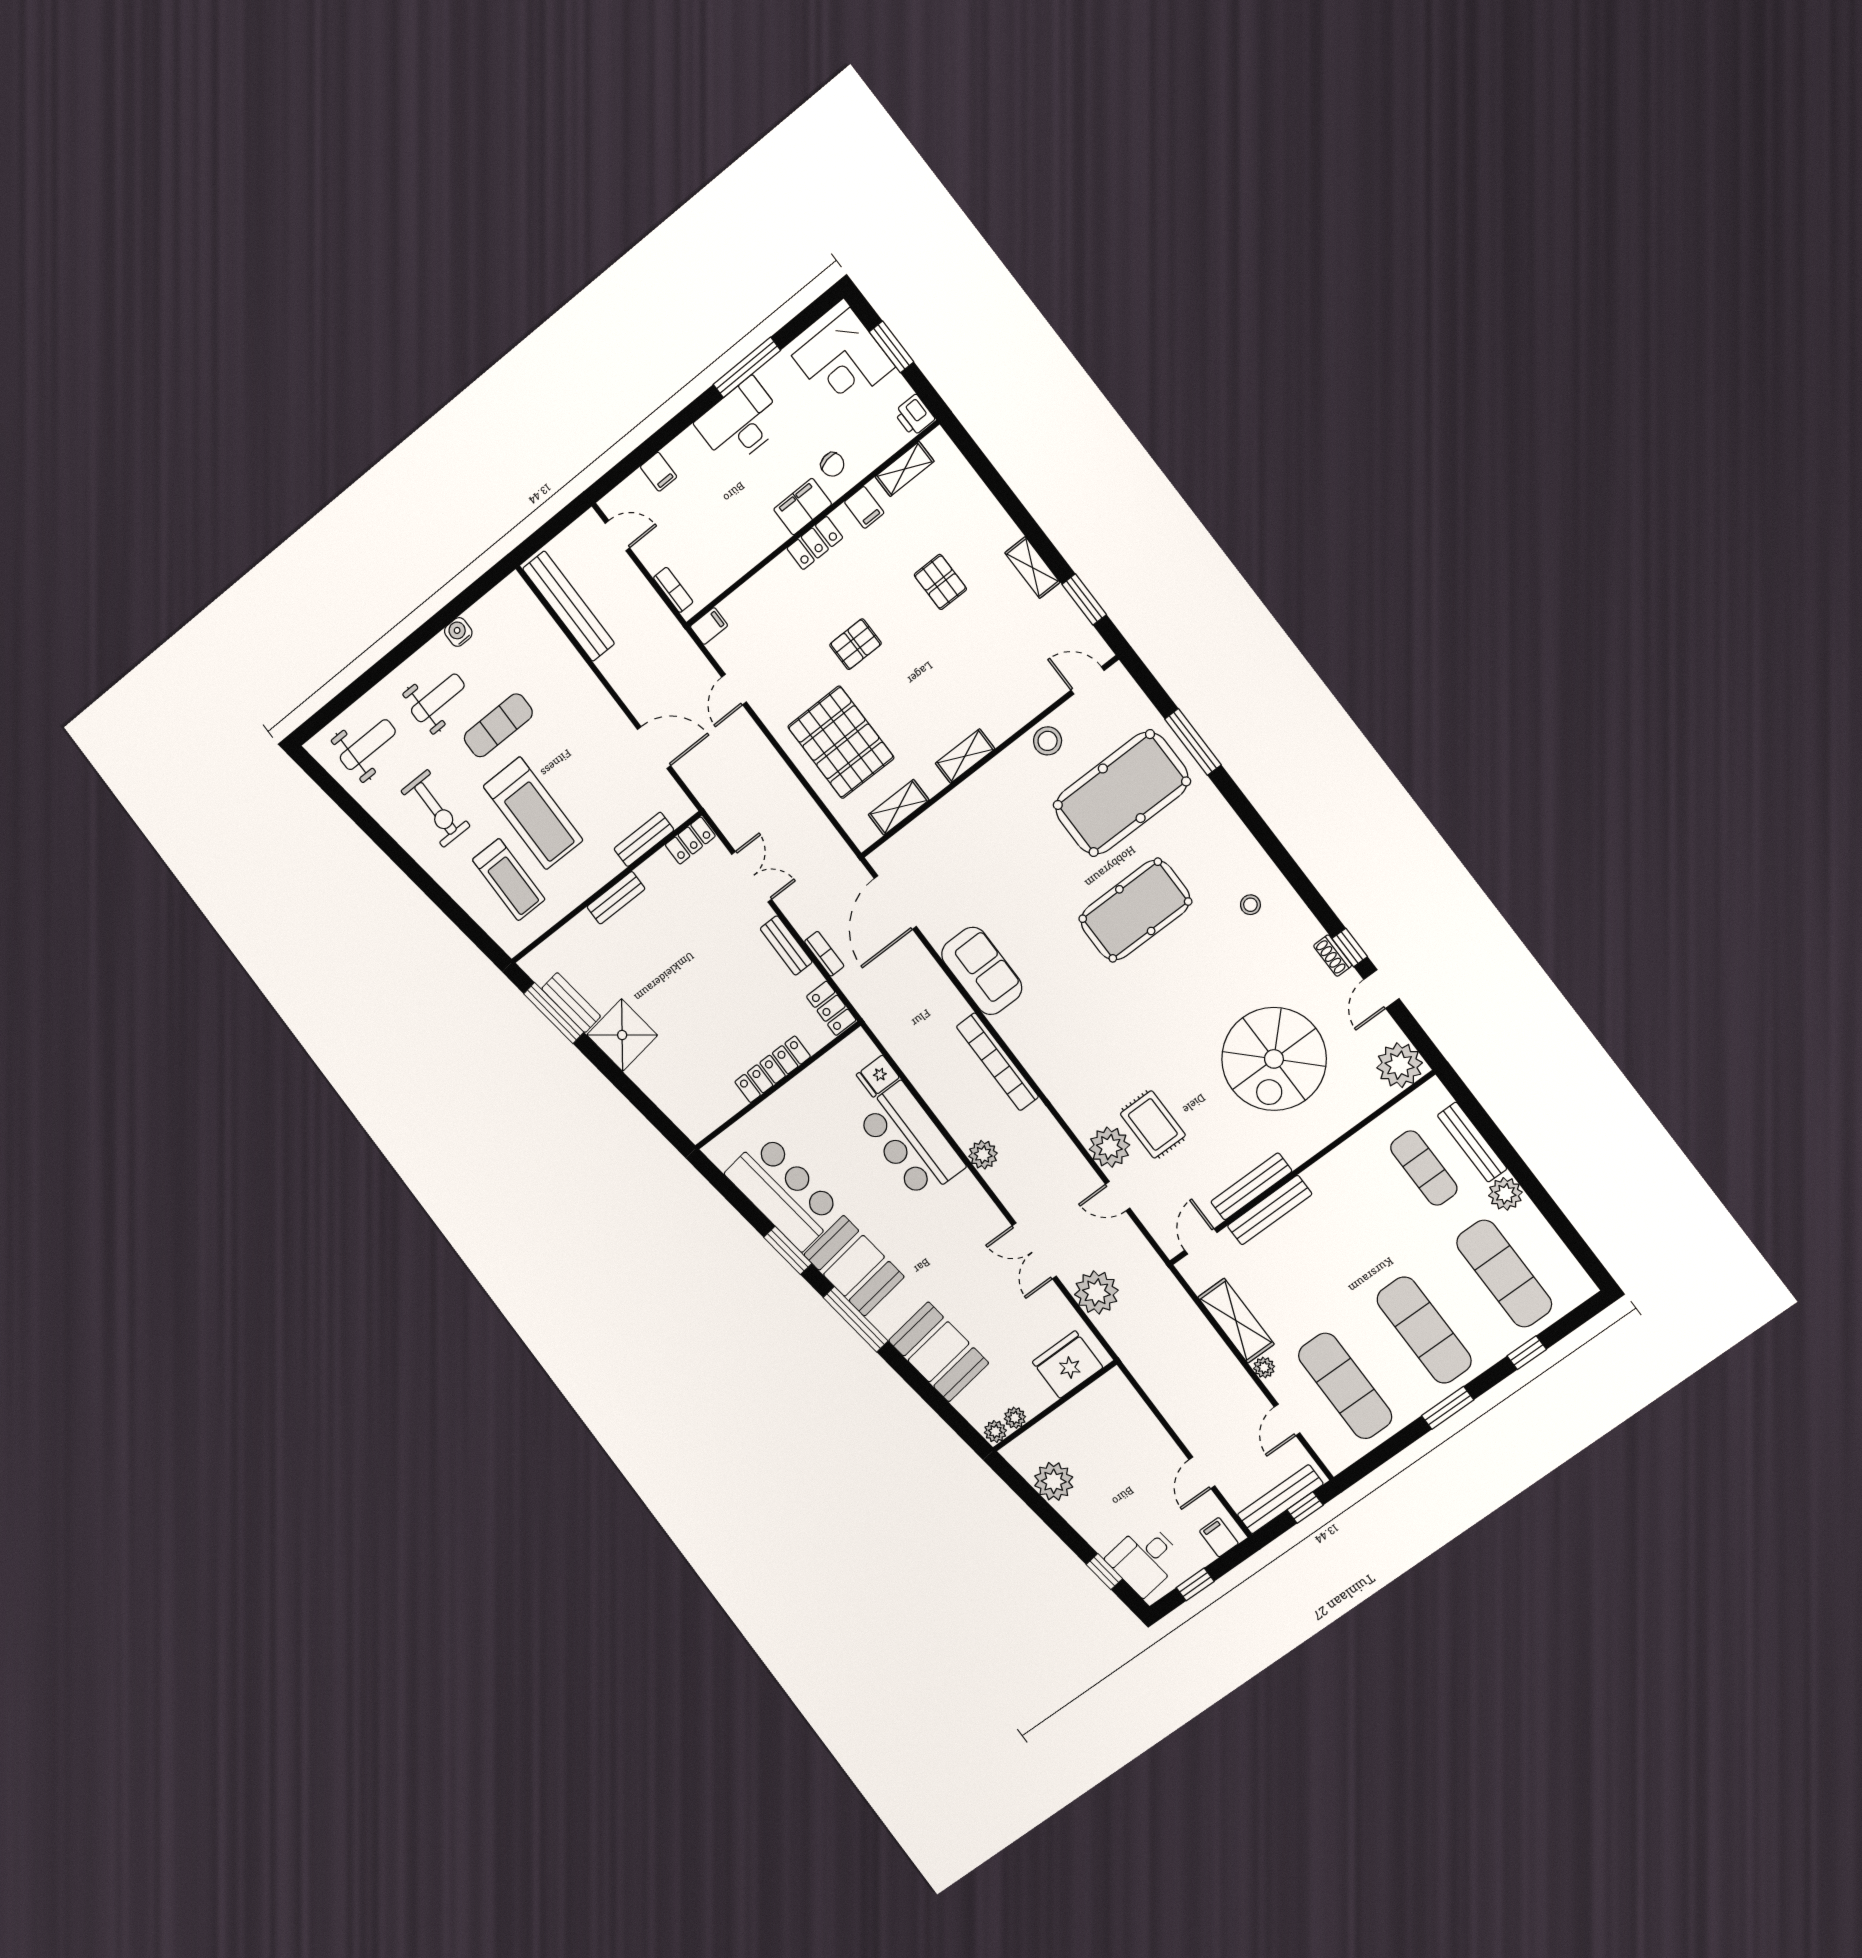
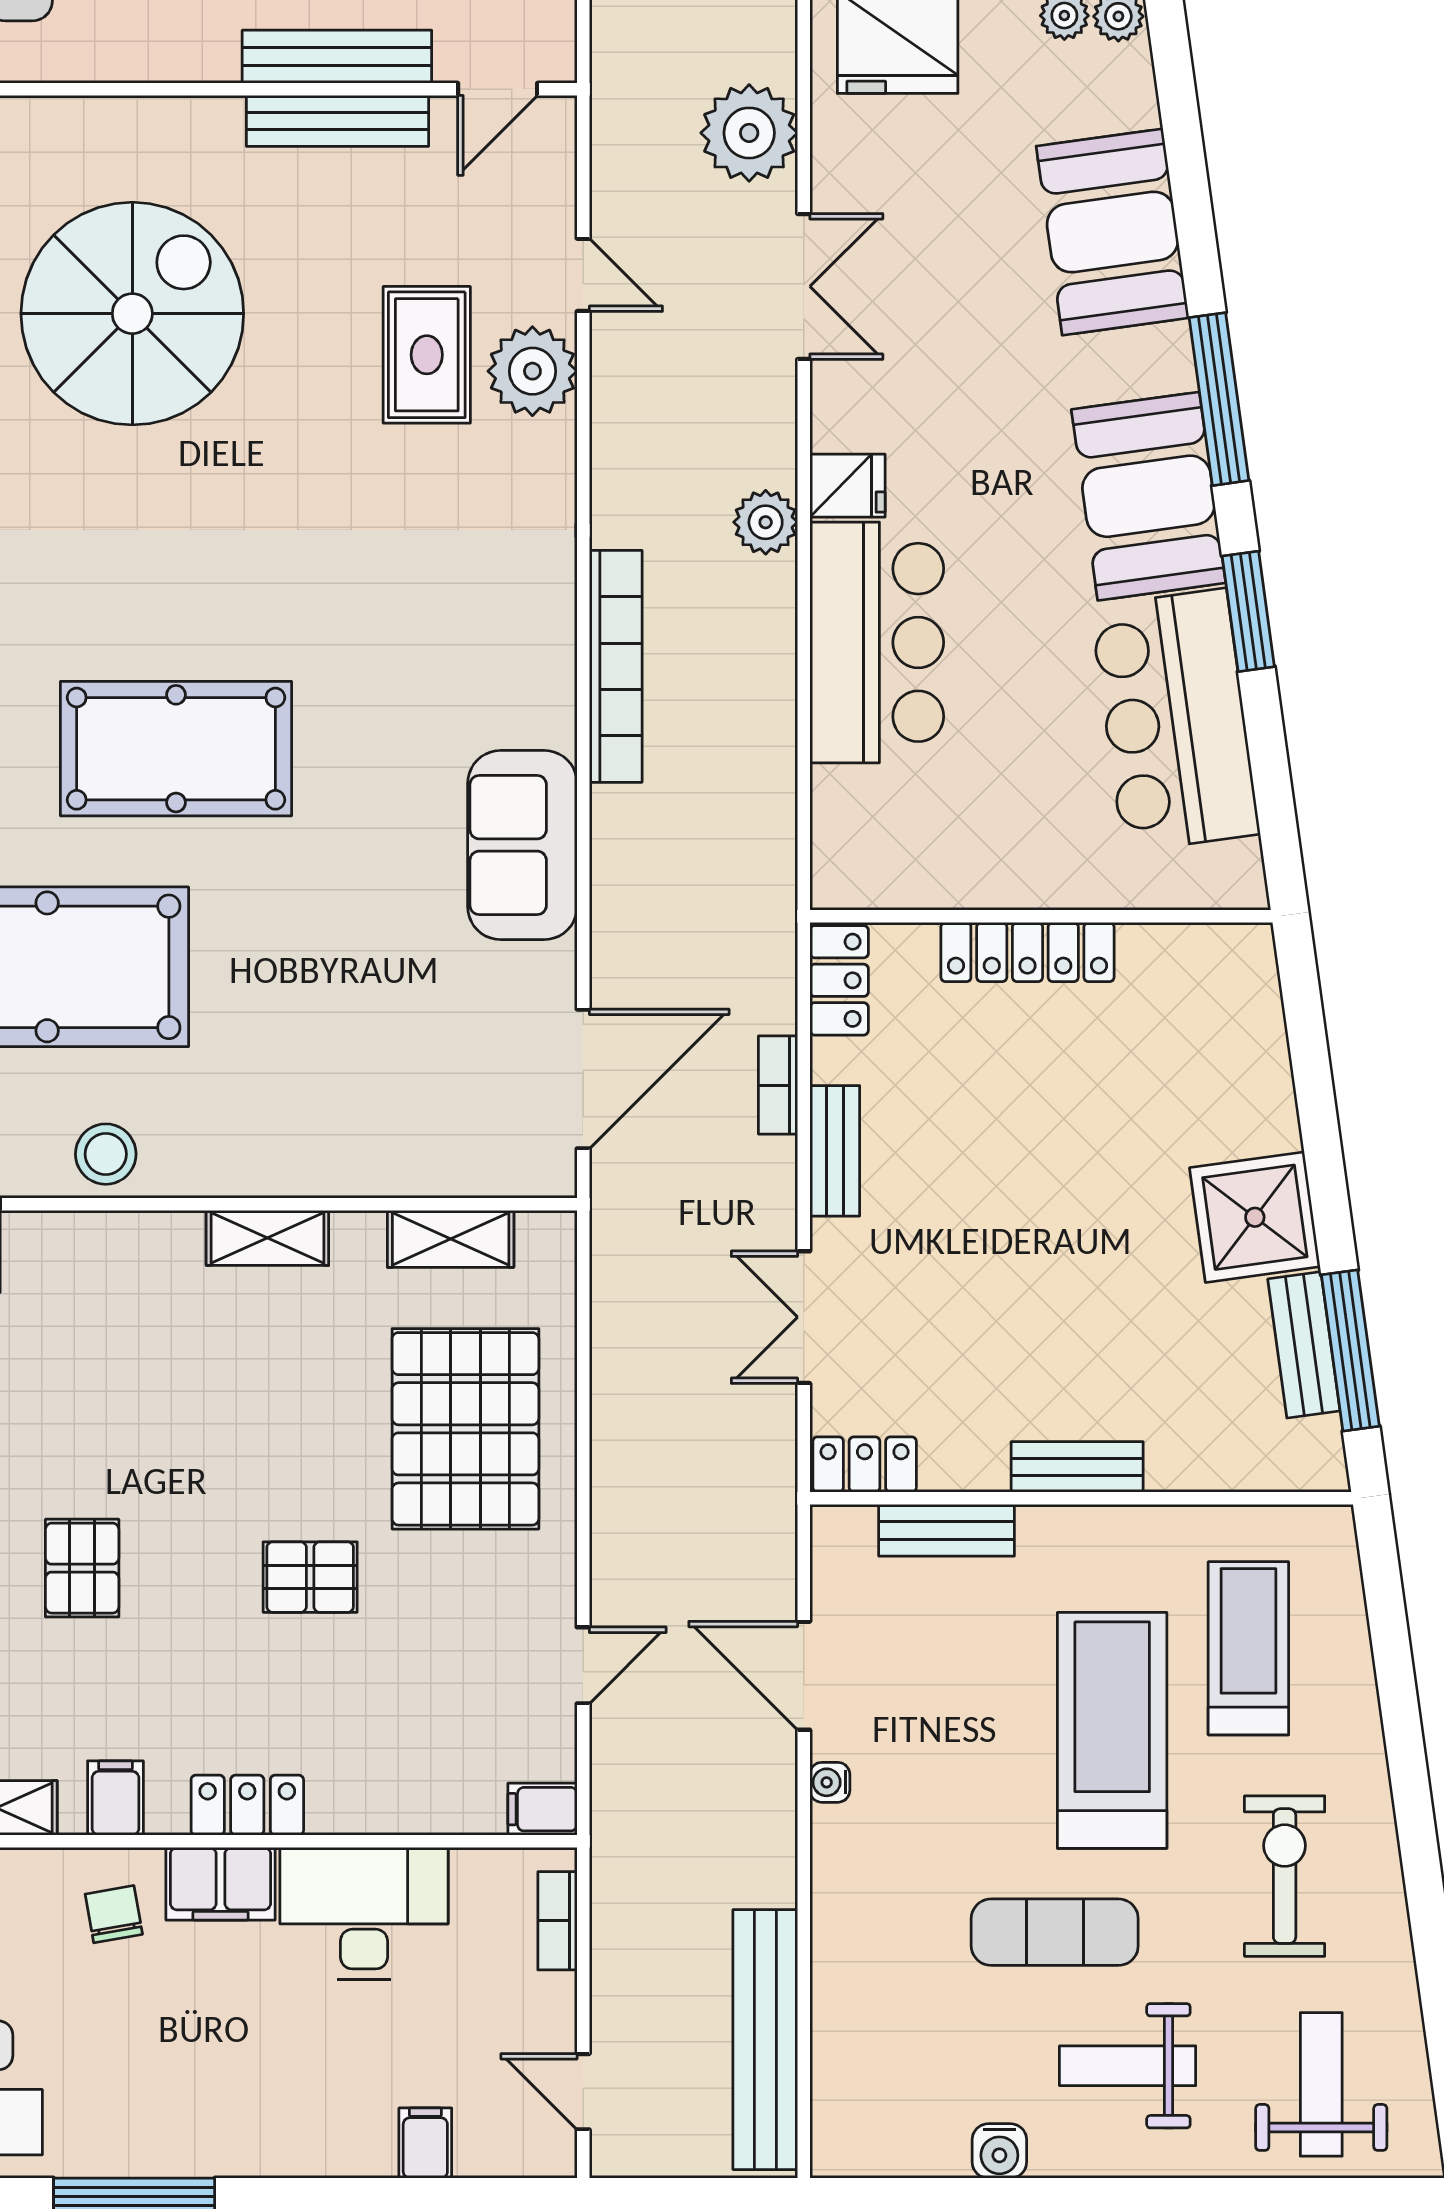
desk: (740, 423) -> (364, 1913), moved, turned 180
water cooler: (616, 717) -> (830, 1782), added
weight bench: (368, 745) -> (1321, 2084), turned 90
fridge: (878, 1076) -> (847, 486), moved

